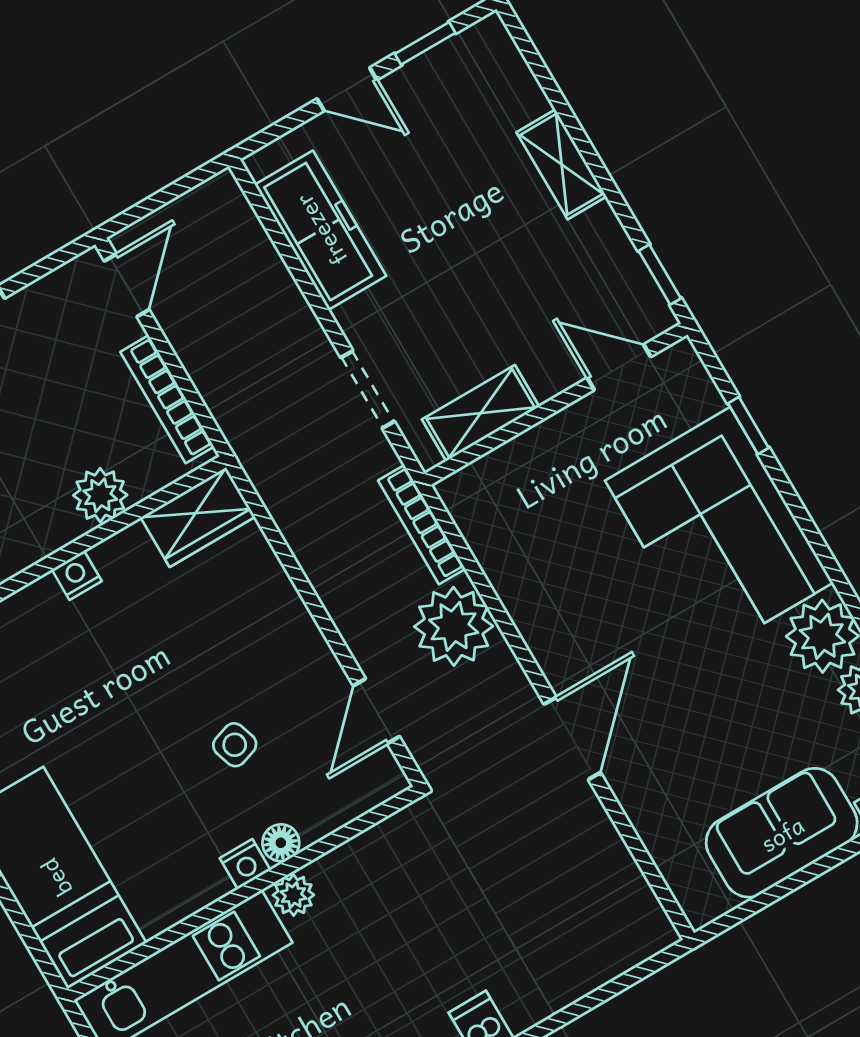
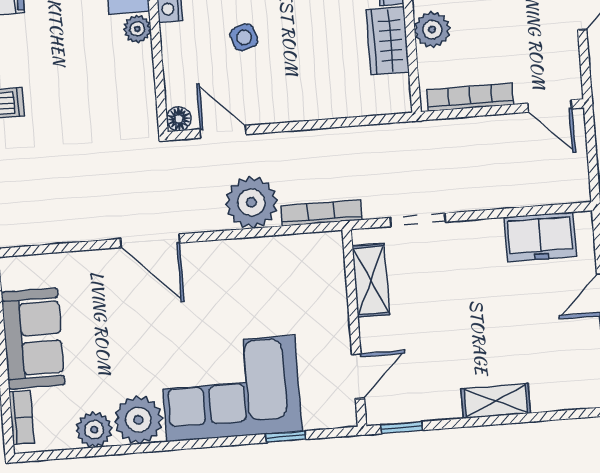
freezer: (320, 230) -> (540, 237), width x0.71
wardrobe: (198, 517) -> (388, 41), moved
floor lamp: (281, 843) -> (179, 119), moved

